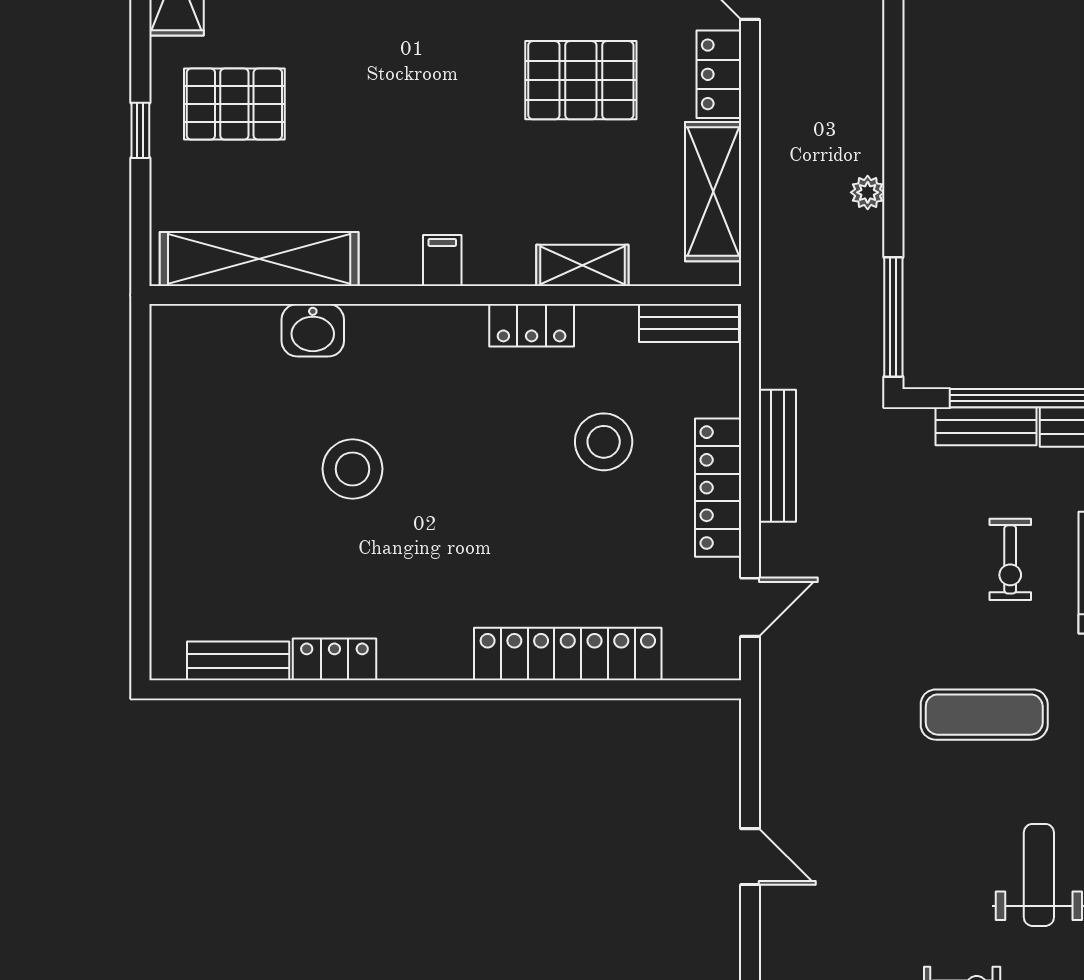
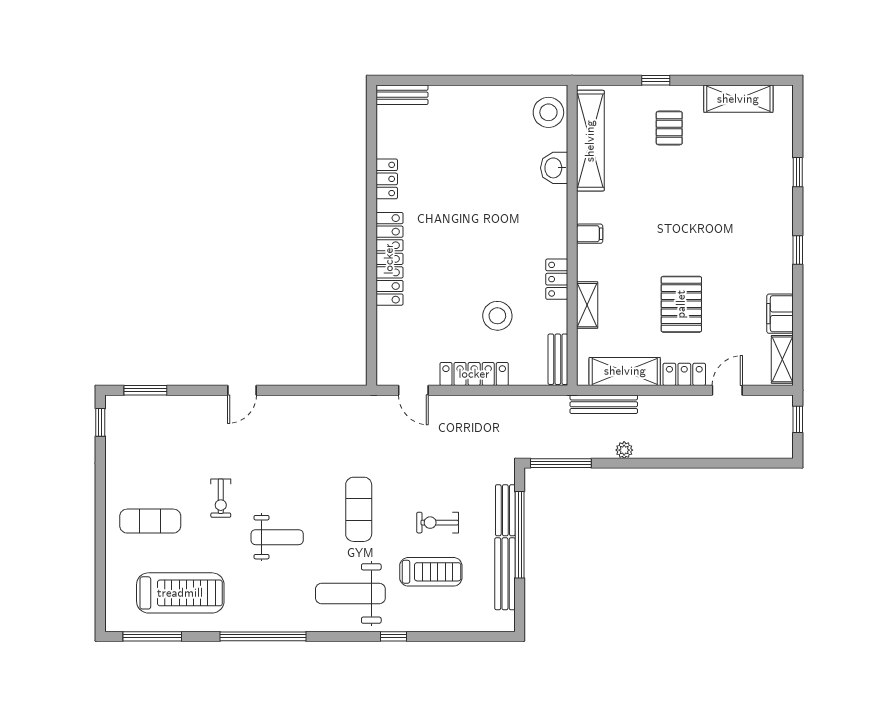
pallet: (234, 104) -> (669, 128), width x0.67, depth x0.71
bench: (777, 456) -> (604, 404), moved
stool: (353, 469) -> (548, 112), moved
locker: (568, 654) -> (389, 259), moved
bench: (238, 661) -> (402, 95), moved, turned 90
door: (750, 857) -> (242, 390), moved

